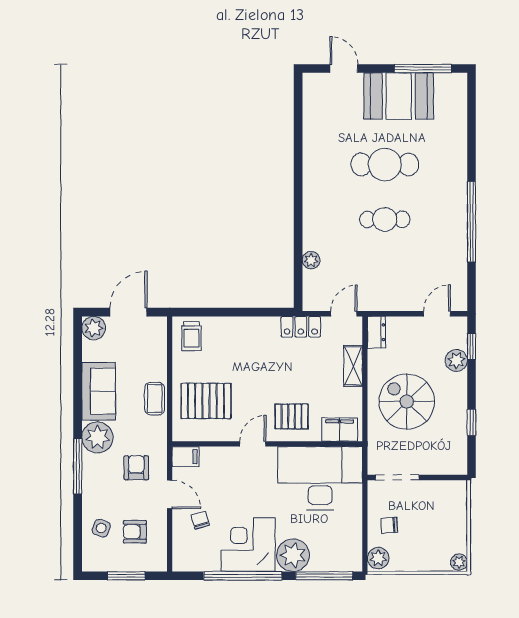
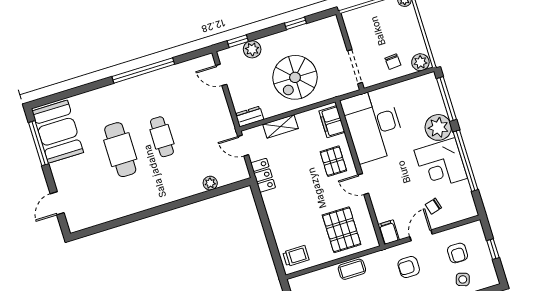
booth: (399, 96) -> (58, 132), moved
window: (126, 576) -> (493, 249), width x0.67

